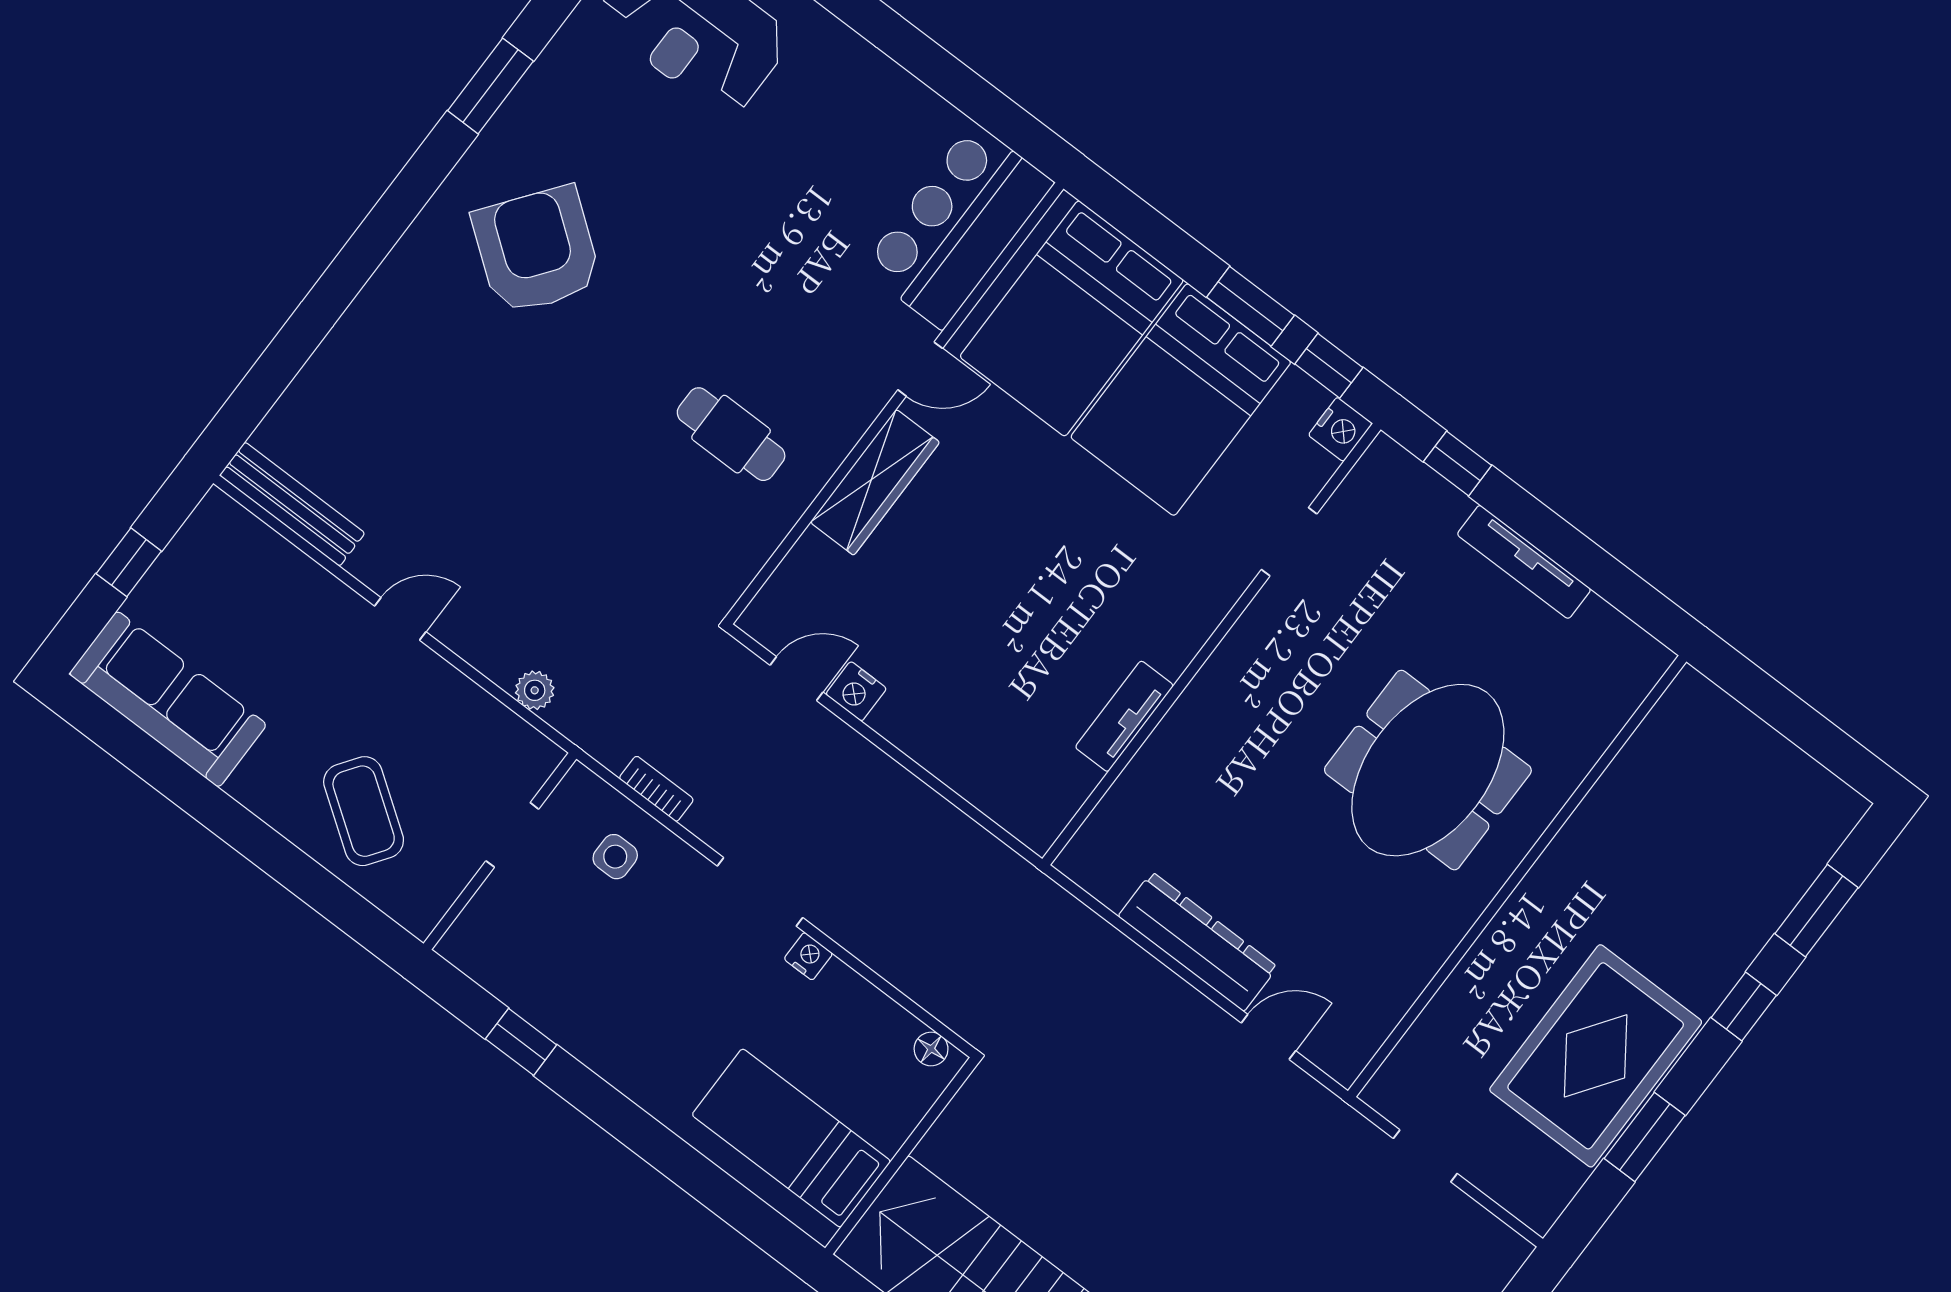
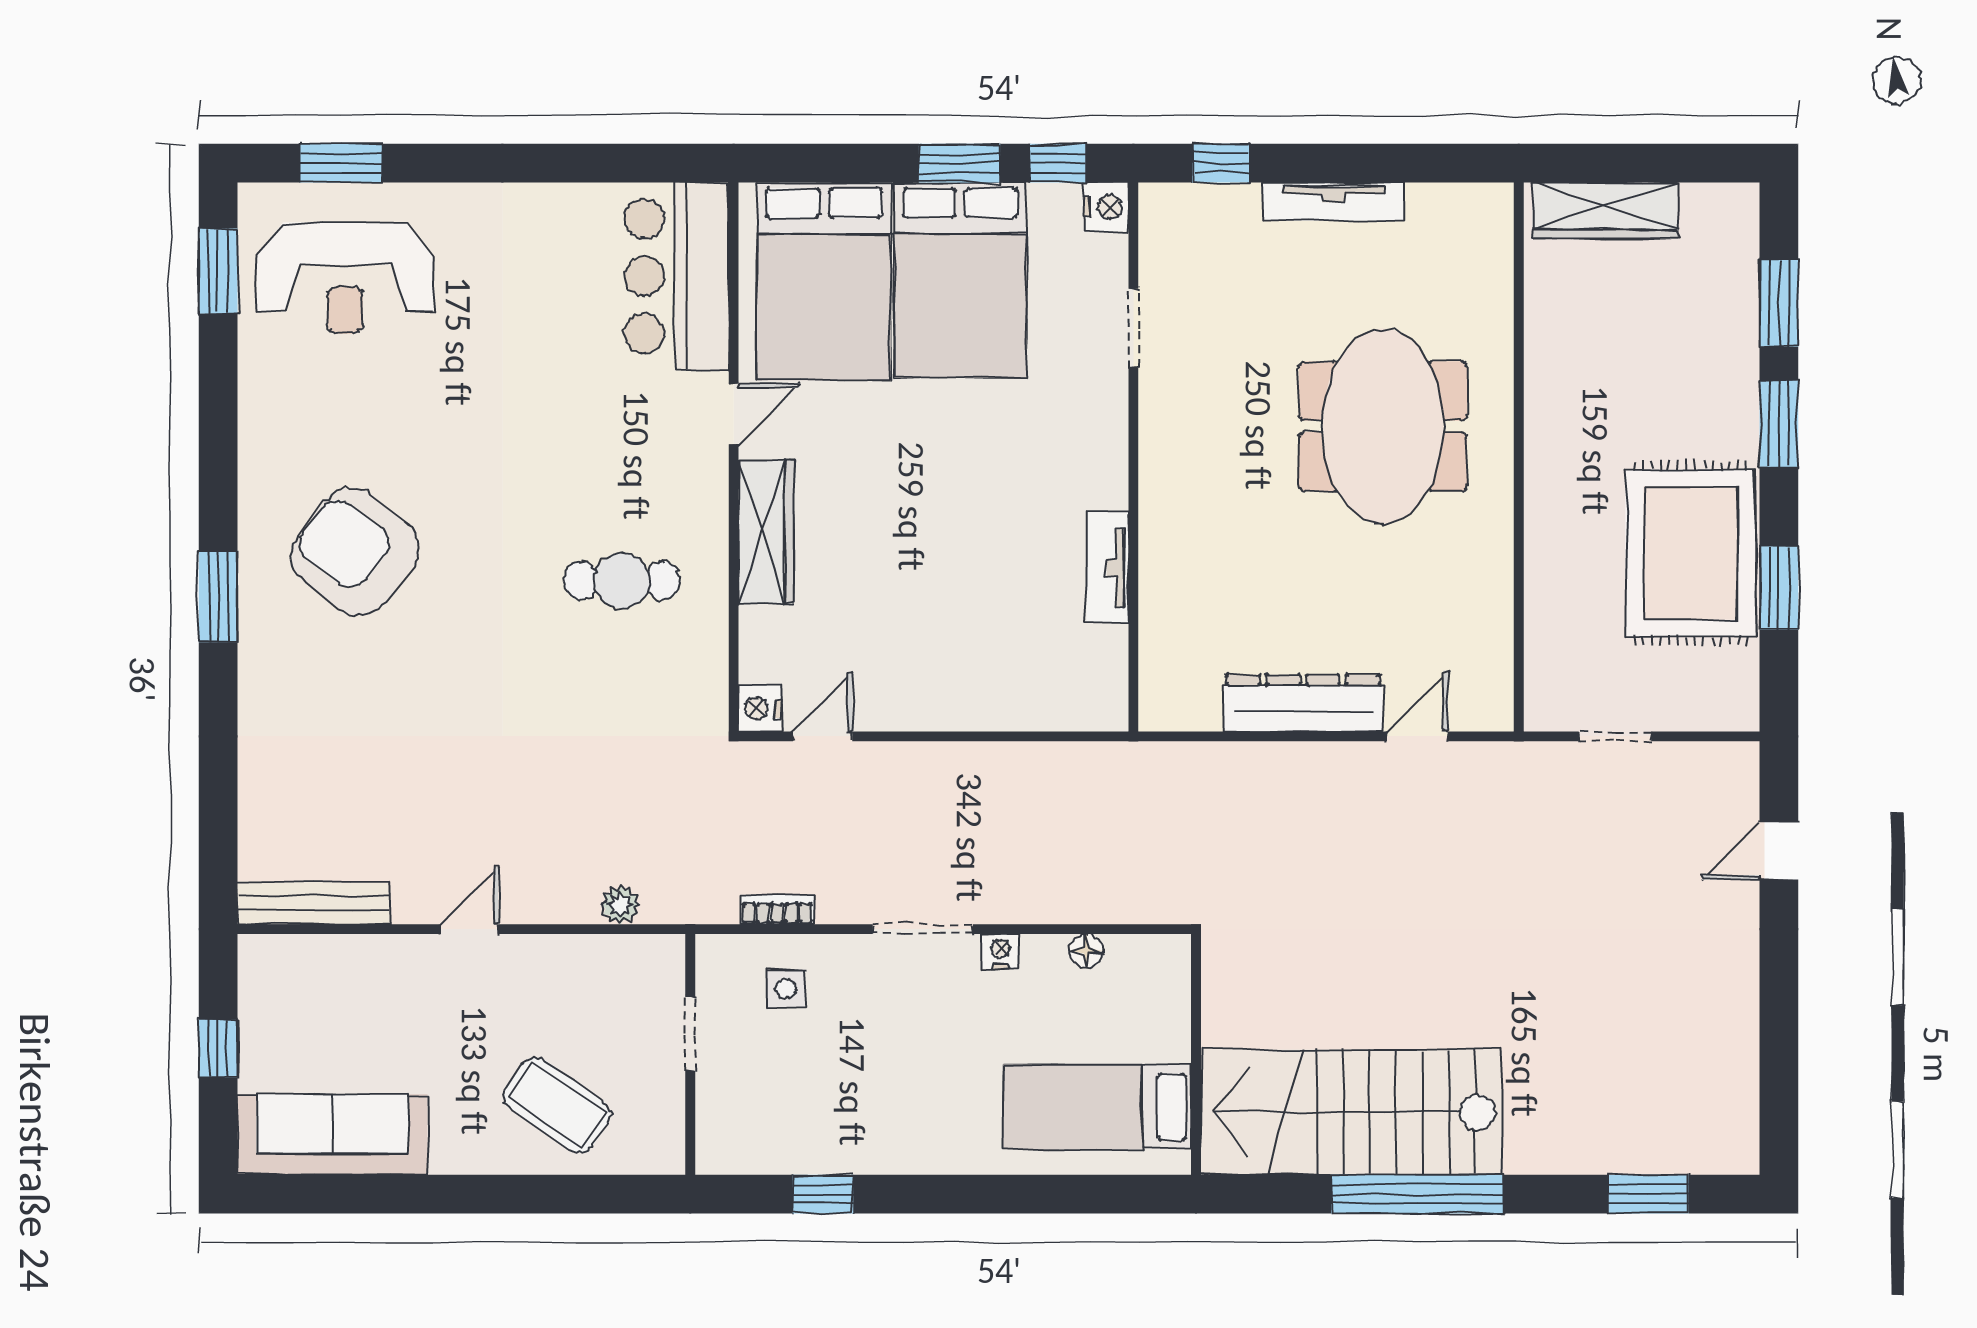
window: (490, 86) -> (218, 596), moved
nightstand: (856, 691) -> (760, 709), moved, turned 90
wardrobe: (1734, 733) -> (1605, 211), added
window: (1744, 1006) -> (1779, 424), width x1.50
floor lamp: (931, 1049) -> (1086, 951), moved

